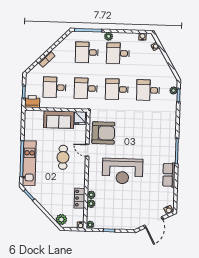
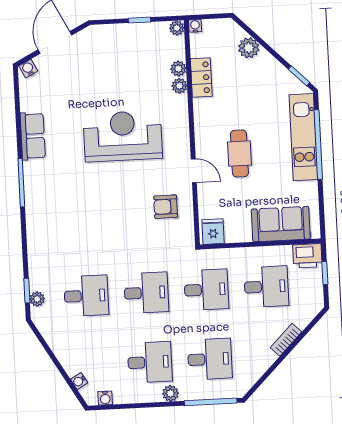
sofa: (59, 120) -> (281, 224), moved
armchair: (103, 133) -> (166, 207), width x0.53, depth x0.53
plant: (61, 219) -> (249, 48), moved

